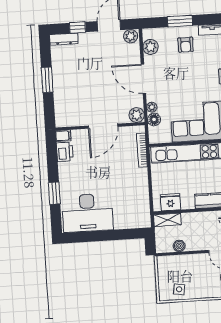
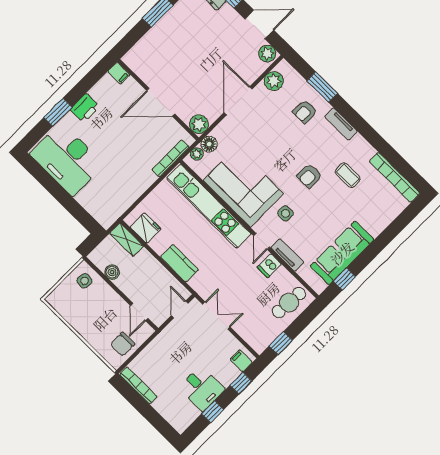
plant: (152, 107) -> (197, 154), moved
printer: (65, 152) -> (85, 108), moved
side table: (179, 289) -> (84, 281), moved

